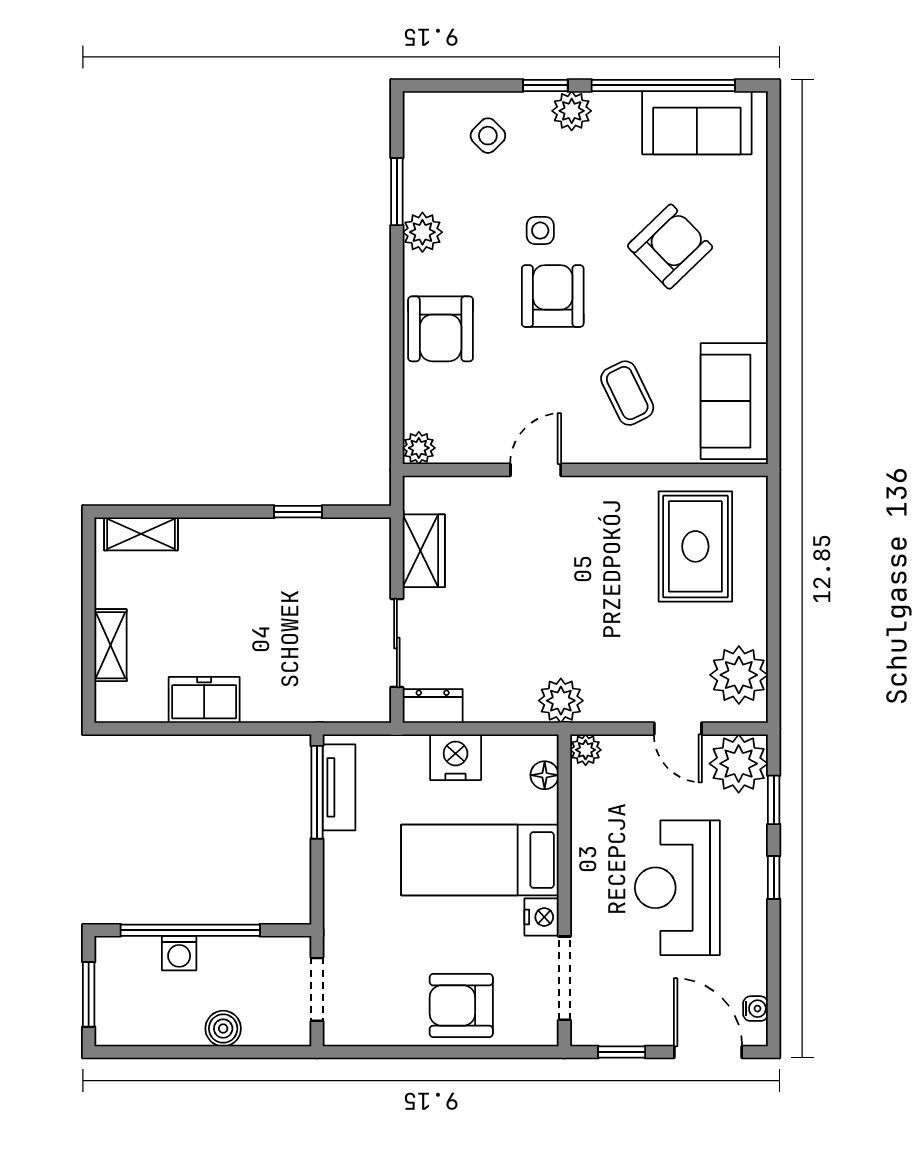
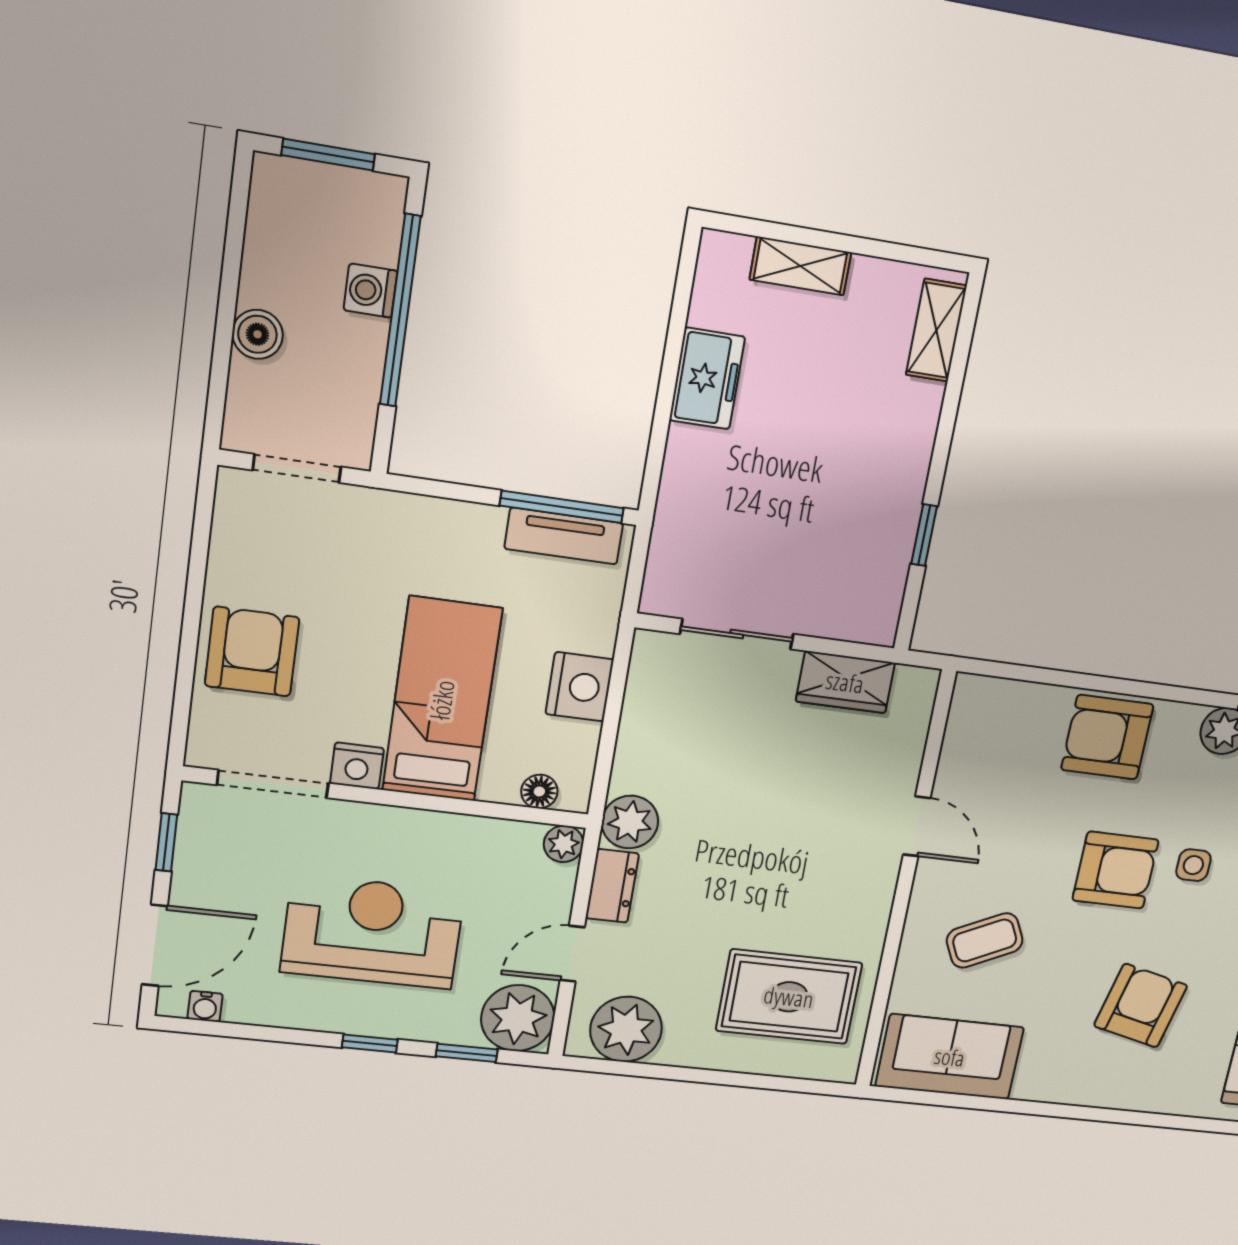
armchair: (670, 247) -> (1141, 1006), turned -123
plant: (419, 448) -> (972, 693), removed
dresser: (433, 706) -> (612, 886), moved

